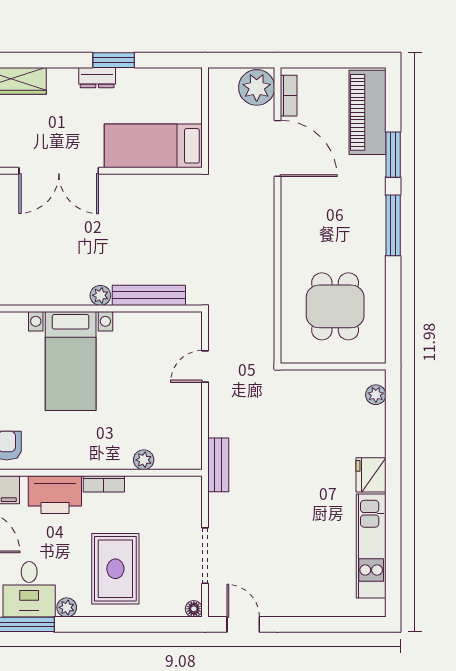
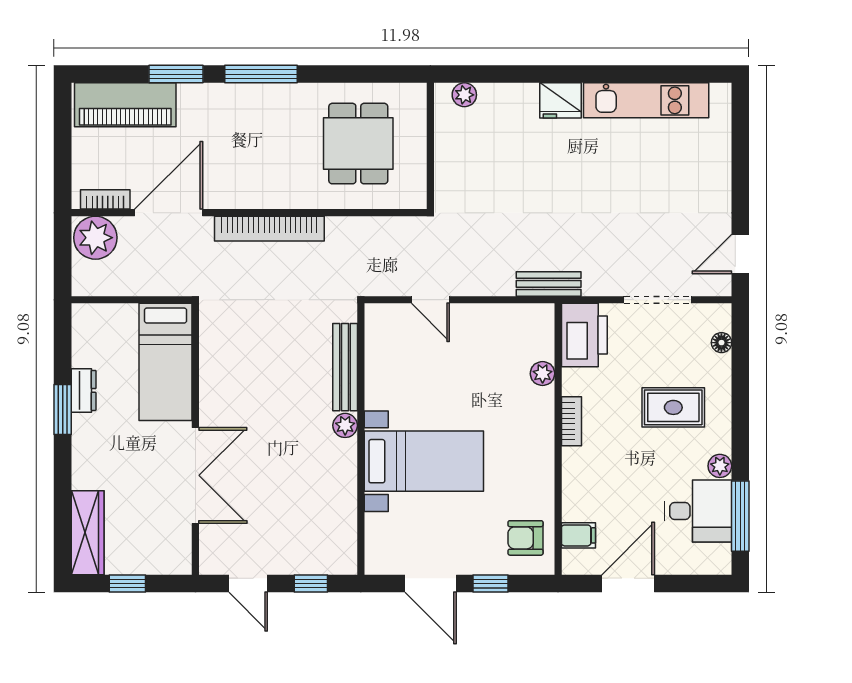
dresser: (97, 78) -> (84, 390), moved
bookcase: (264, 232) -> (269, 229), added
dining table: (335, 306) -> (358, 144), turned 90
printer: (55, 495) -> (584, 335), moved
rug: (115, 569) -> (673, 407), width x0.73, depth x0.70
floor lamp: (194, 609) -> (721, 343), moved

